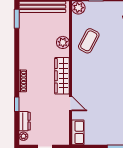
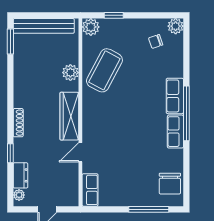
coffee table: (89, 41) -> (104, 70), width x1.36, depth x1.32
door: (70, 103) -> (80, 152), swing flipped

